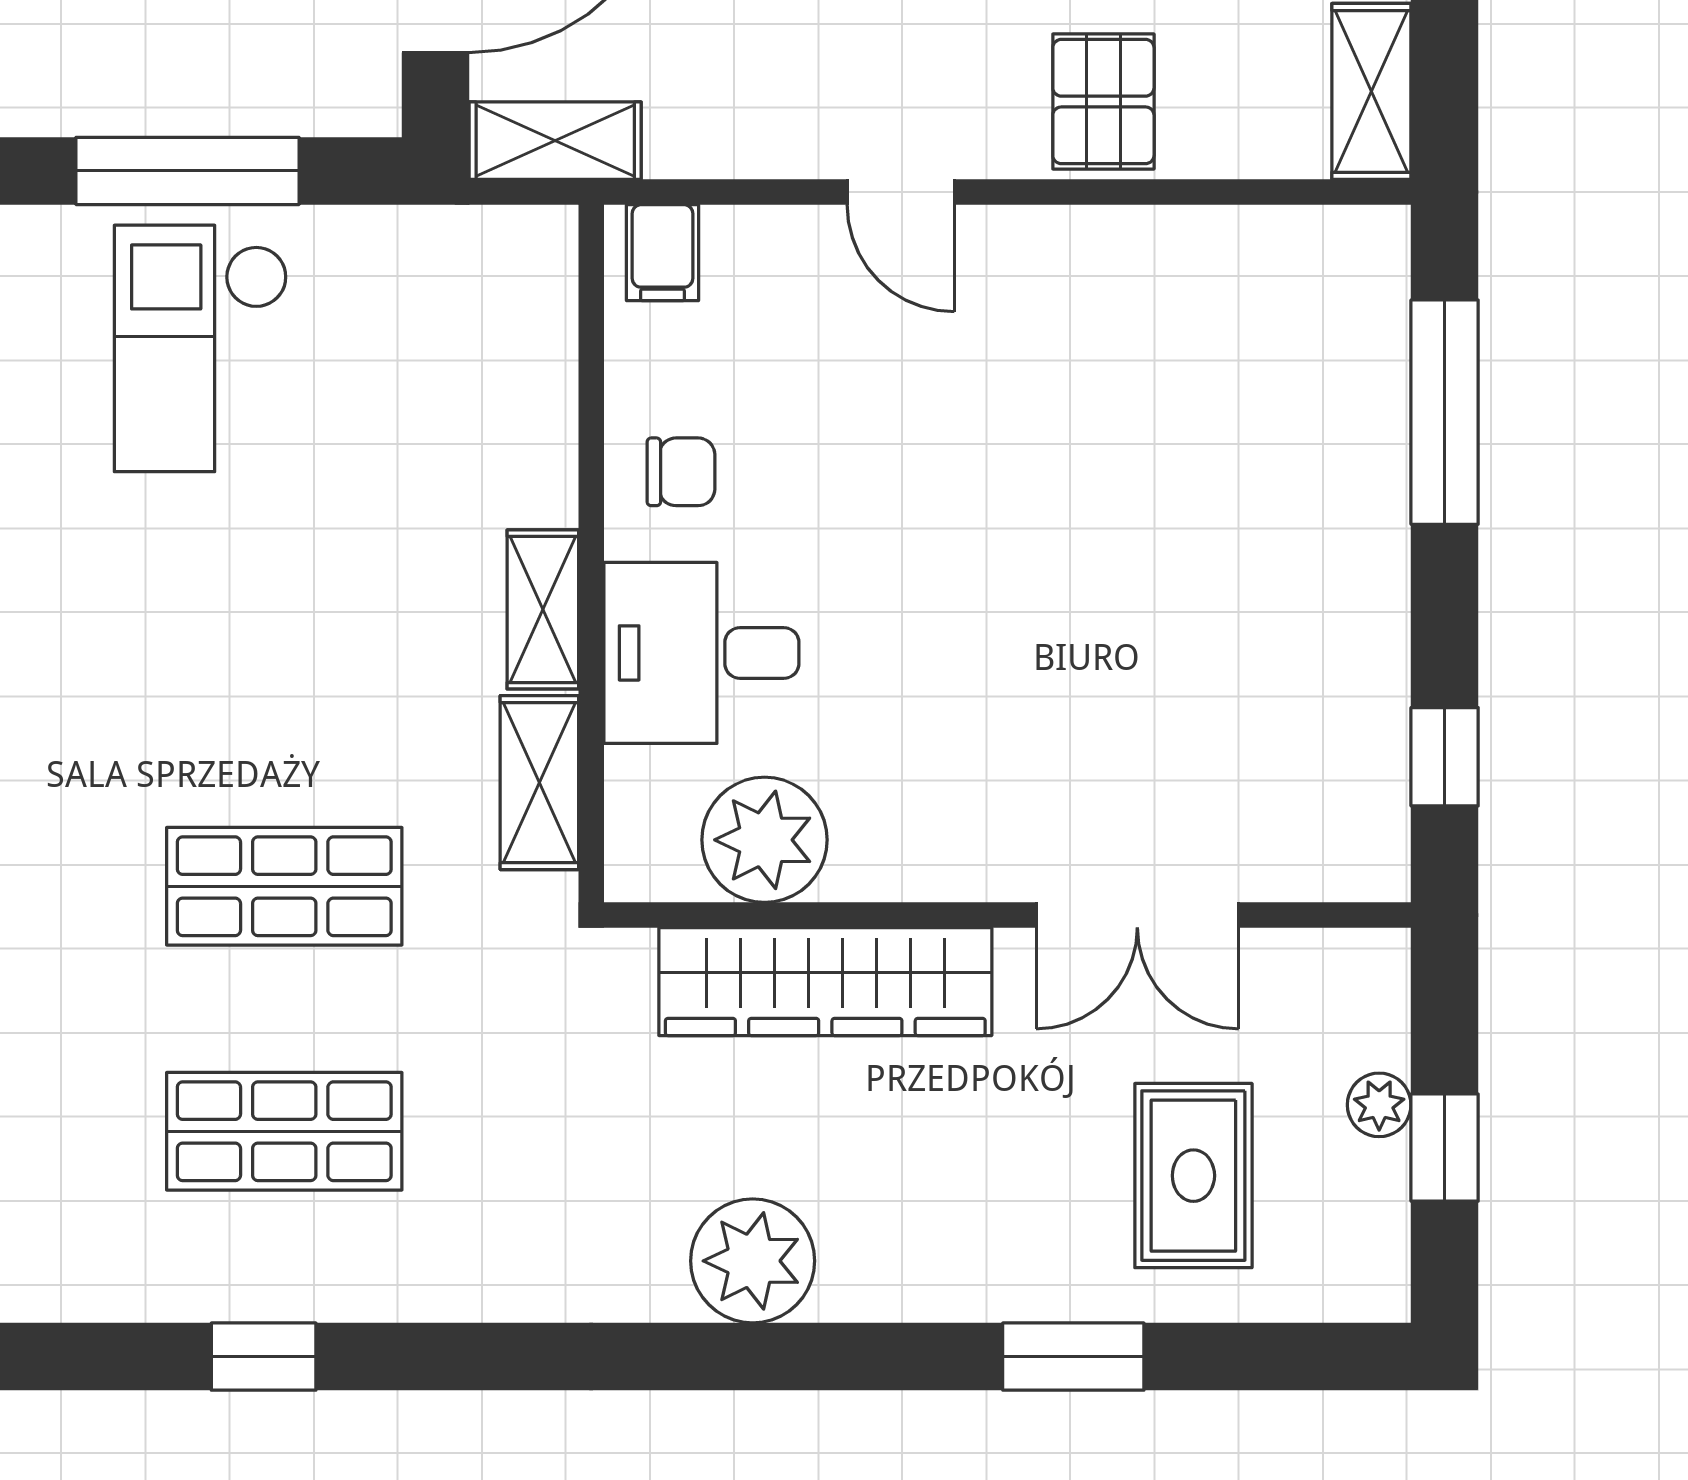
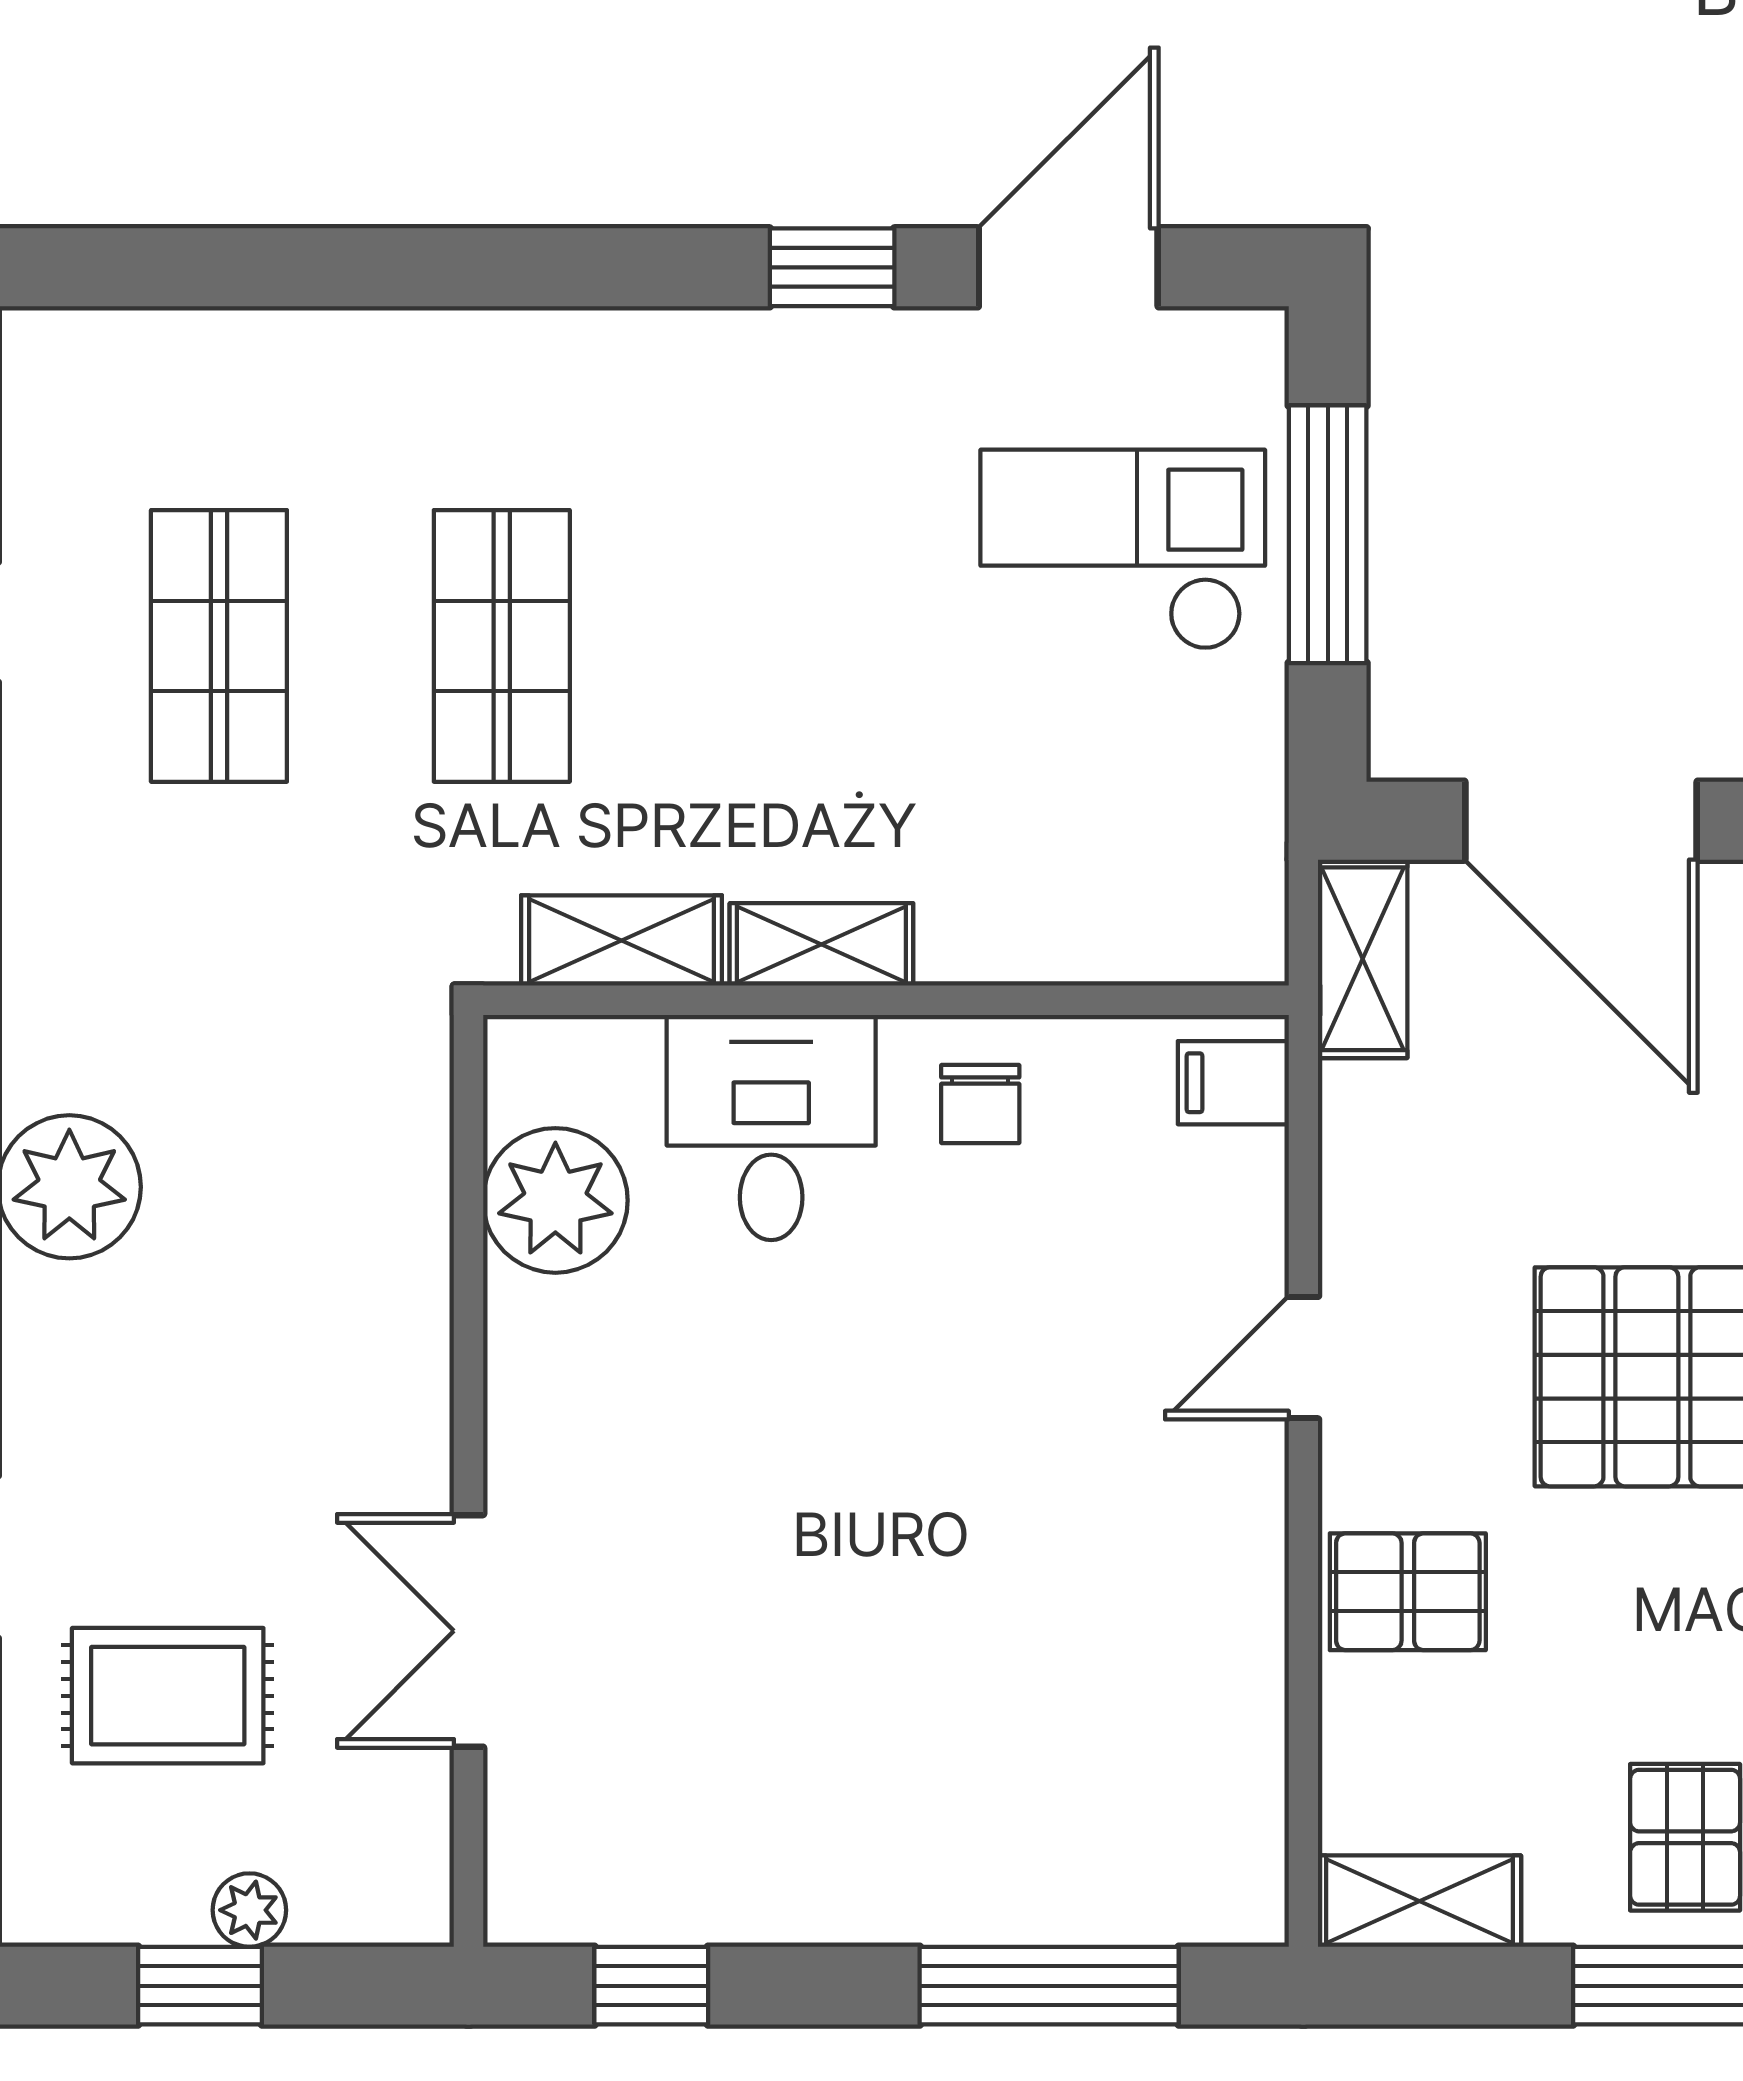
wardrobe: (825, 982) -> (392, 1271), removed

